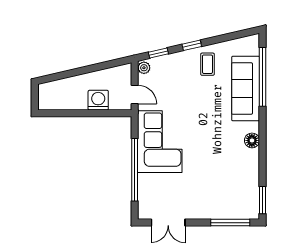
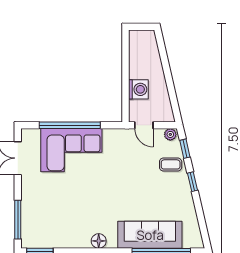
coffee table: (207, 64) -> (171, 164), moved
door: (135, 95) -> (144, 125), hinge flipped
corner sofa: (160, 142) -> (71, 150), moved

